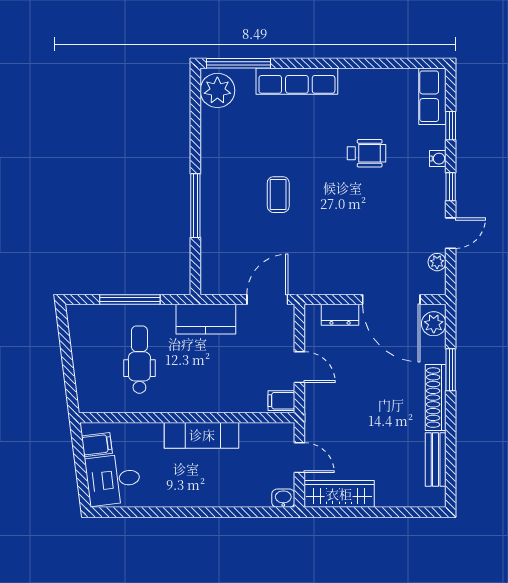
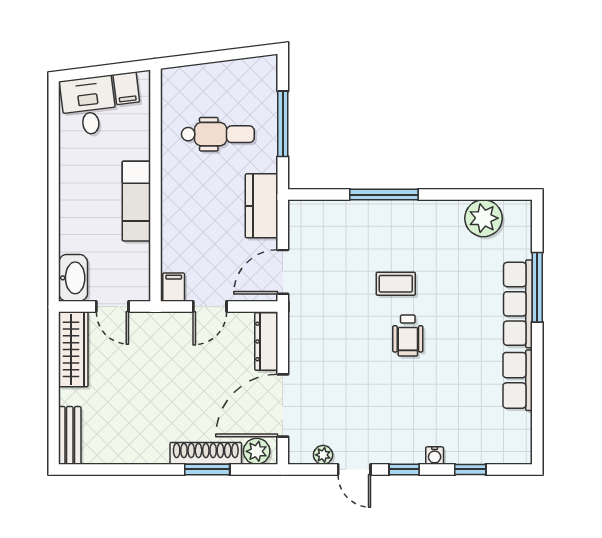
window: (238, 63) -> (537, 287), moved
plant: (217, 90) -> (483, 218), moved
row of seats: (432, 96) -> (518, 380), moved, turned -90
wheelchair: (367, 153) -> (408, 336), moved
door: (267, 299) -> (283, 272), swing flipped
dresser: (340, 315) -> (266, 341), width x1.44
shoe rack: (436, 398) -> (206, 453), moved
door: (299, 458) -> (112, 307), hinge flipped
bench: (436, 459) -> (70, 435), moved, turned 90
washbasin: (283, 498) -> (73, 278), width x1.91, depth x1.45

